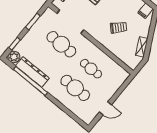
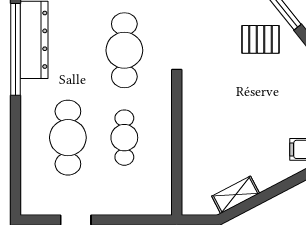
trolley: (119, 27) -> (236, 126), removed

